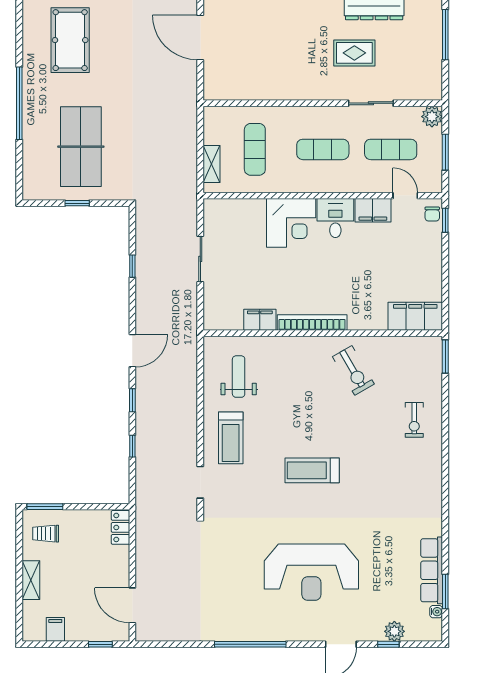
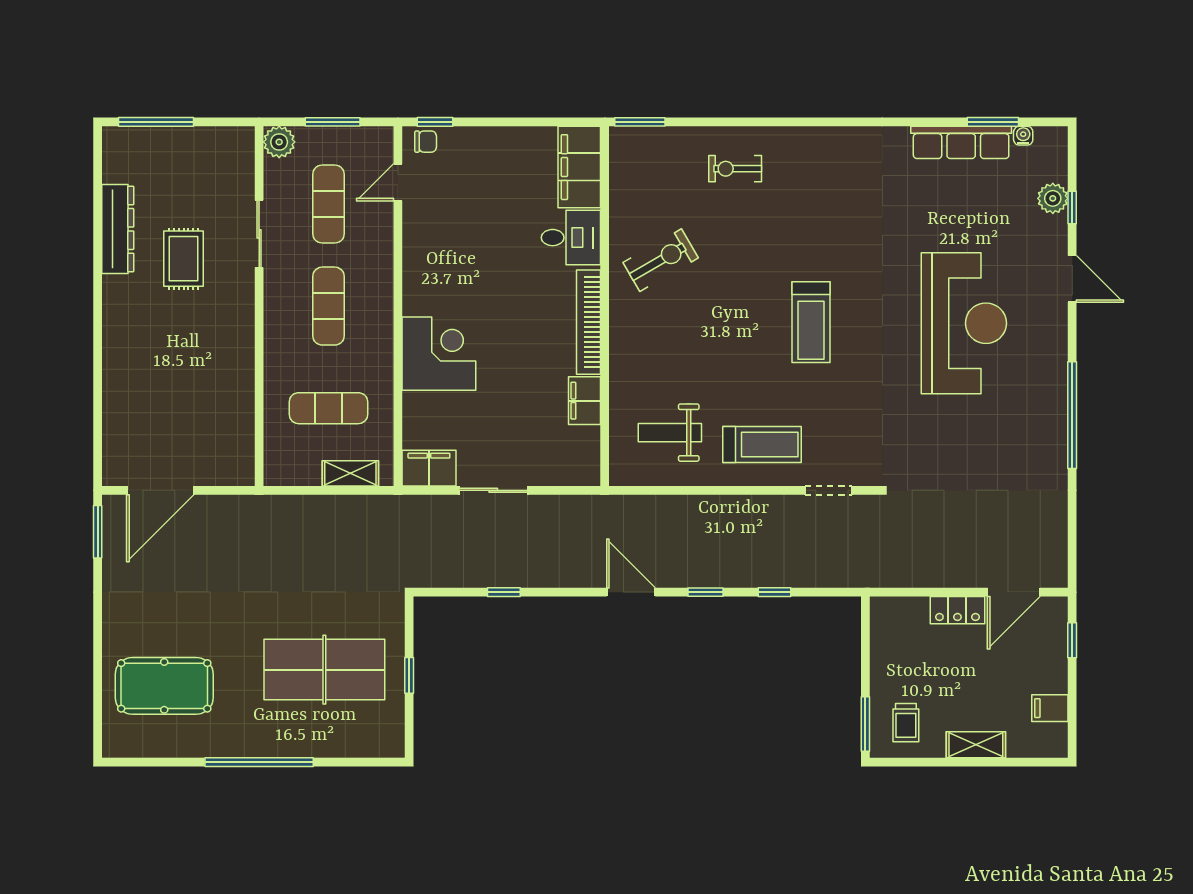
filing cabinet: (373, 210) -> (429, 468), moved, turned -90
desk: (335, 218) -> (571, 238), moved, turned 180
exercise bike: (414, 420) -> (735, 169), turned 180
locker: (120, 527) -> (957, 610), moved

